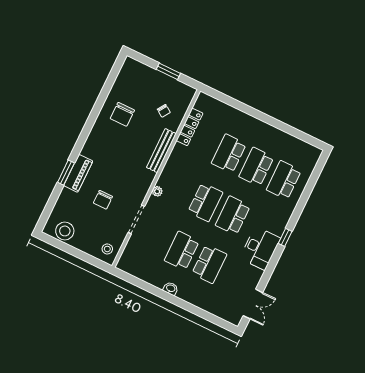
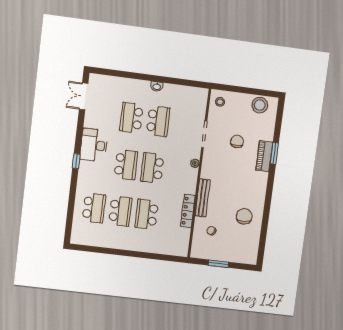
locker: (190, 127) -> (188, 211), moved
school desk: (229, 153) -> (147, 214), turned 180

